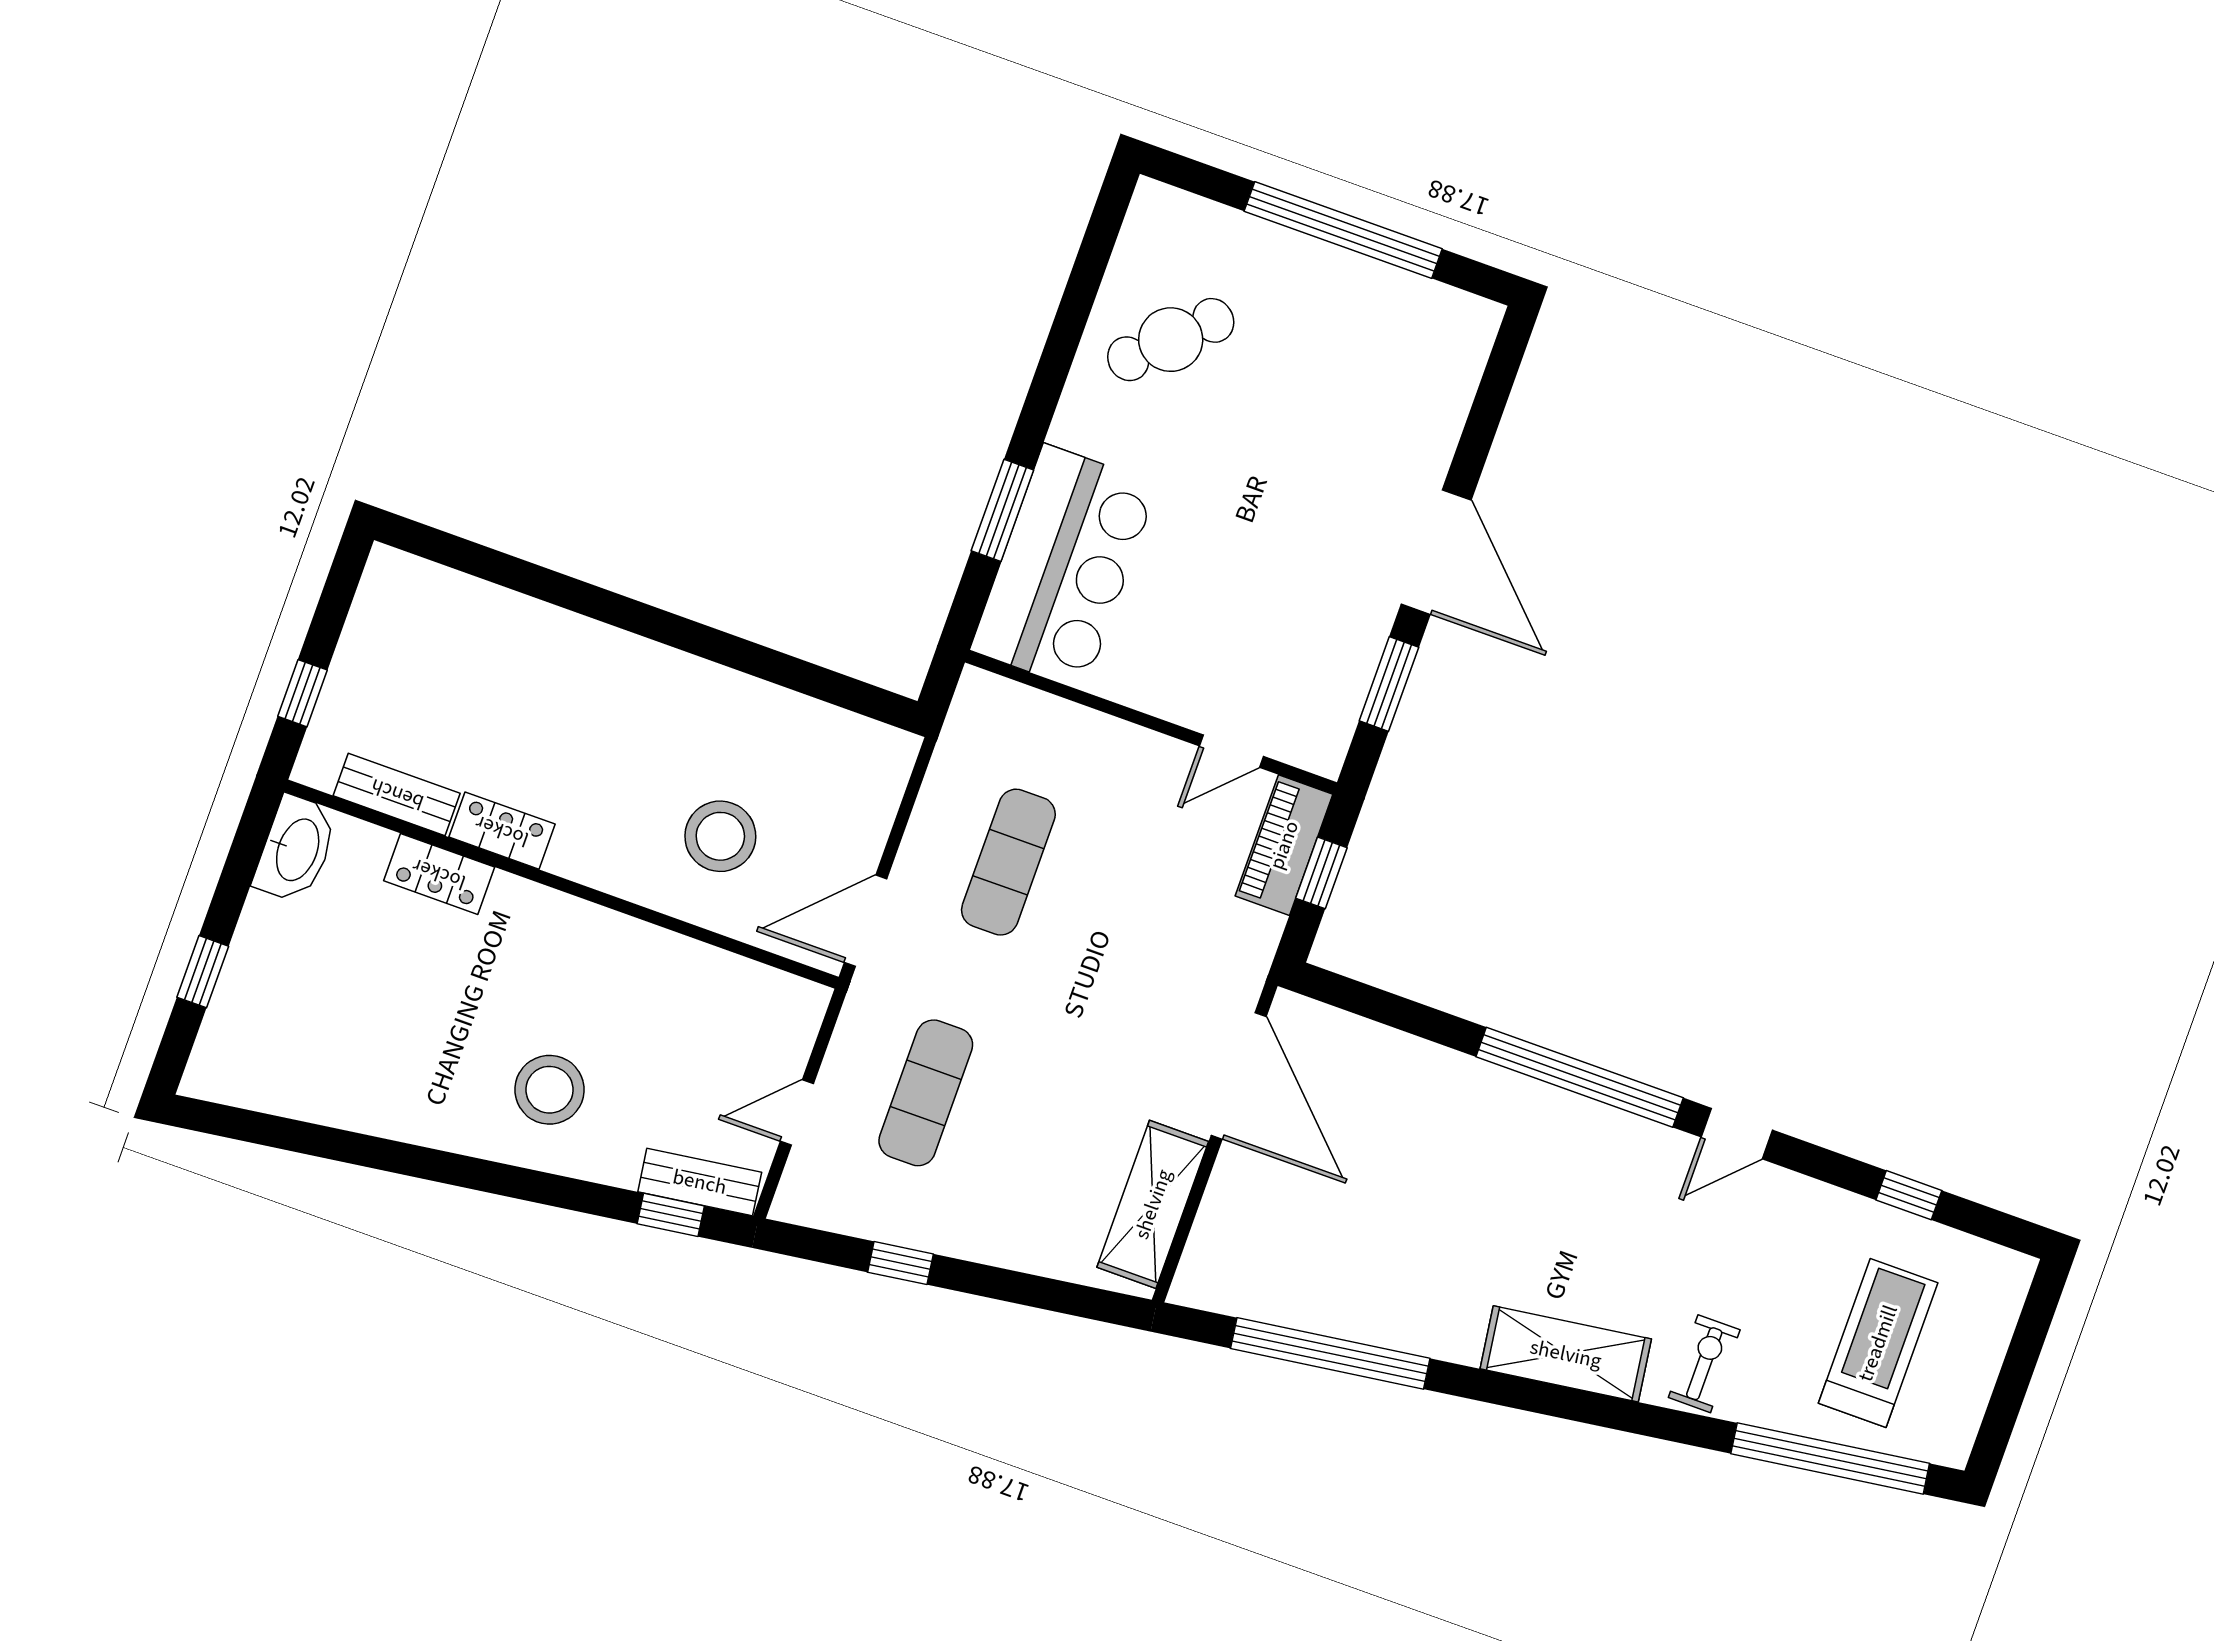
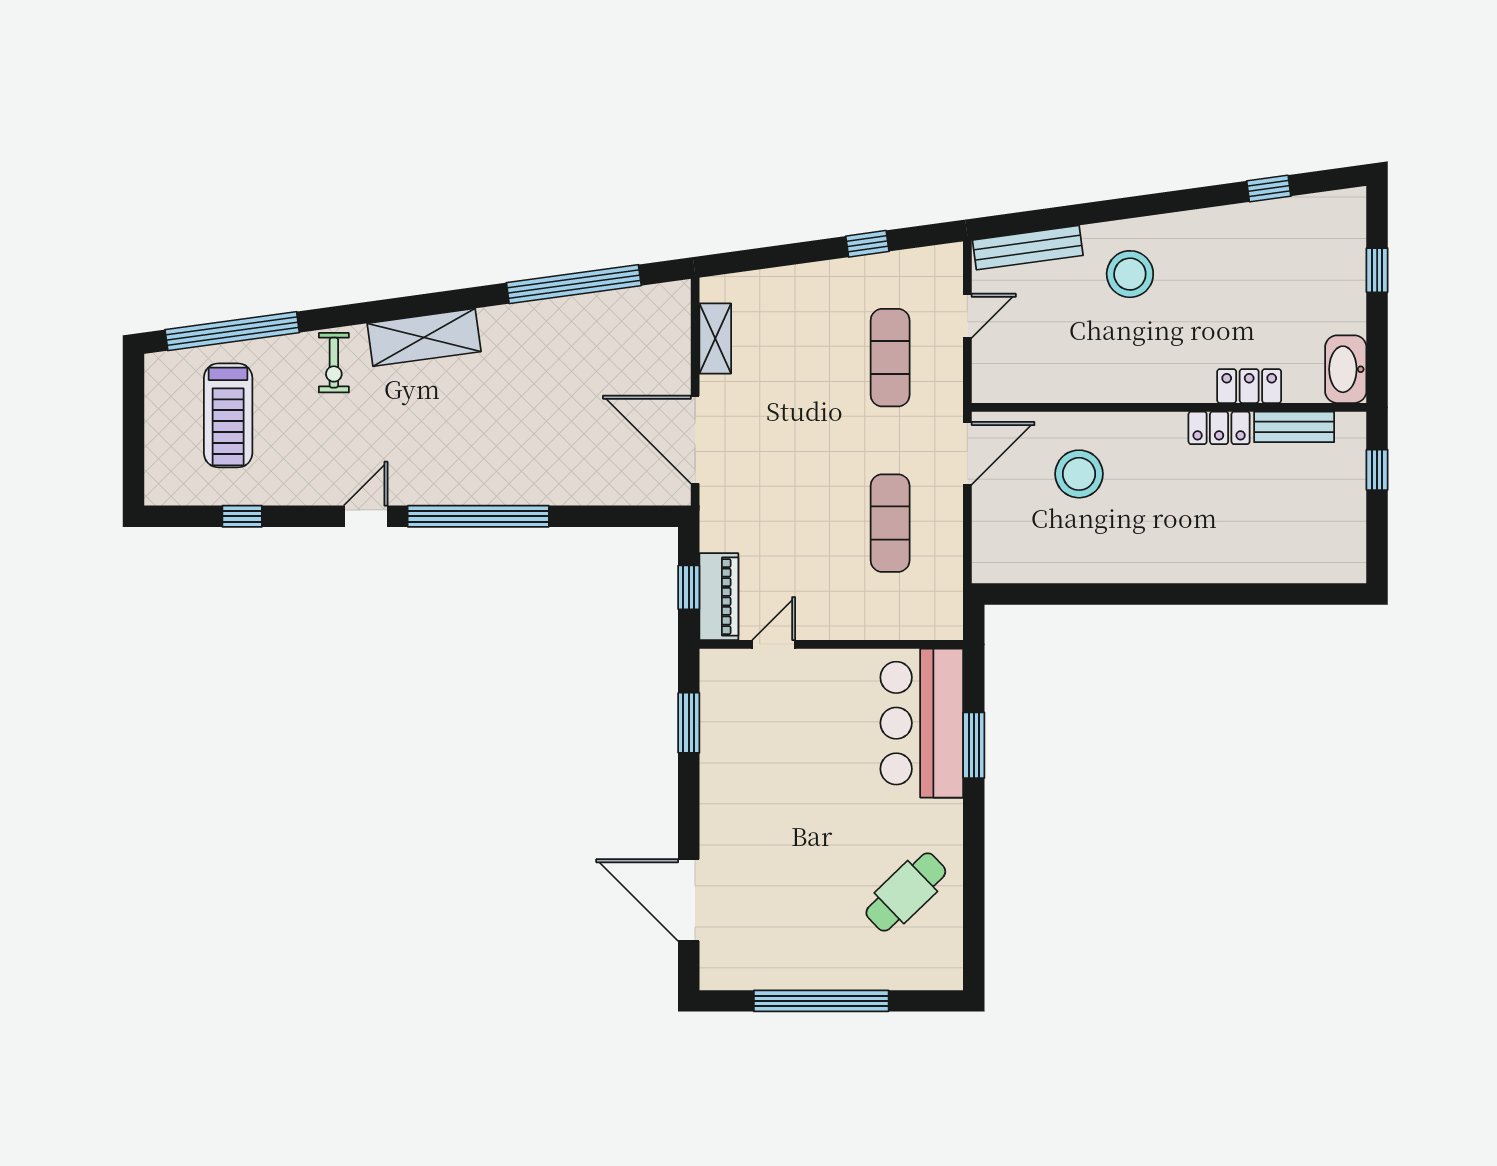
door: (1436, 552) -> (689, 900), moved
bench: (700, 1182) -> (1028, 248), width x1.36
shelving: (1153, 1204) -> (715, 338), width x0.67, depth x0.75
window: (671, 1215) -> (1269, 189), moved

